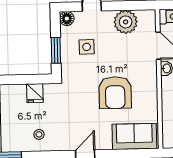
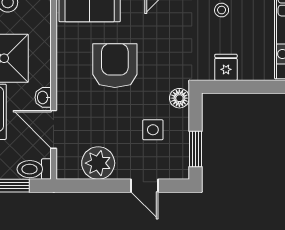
floor lamp: (67, 19) -> (179, 98), moved
window: (56, 50) -> (195, 149), moved

